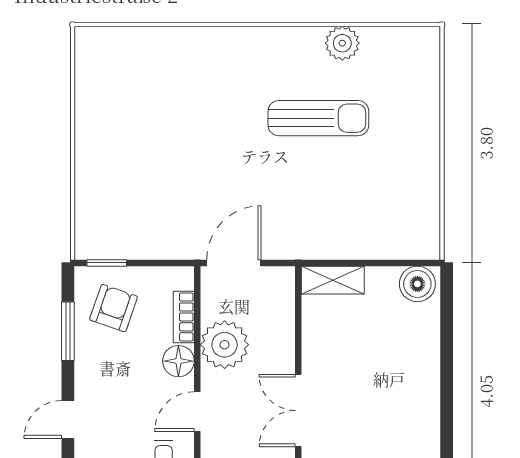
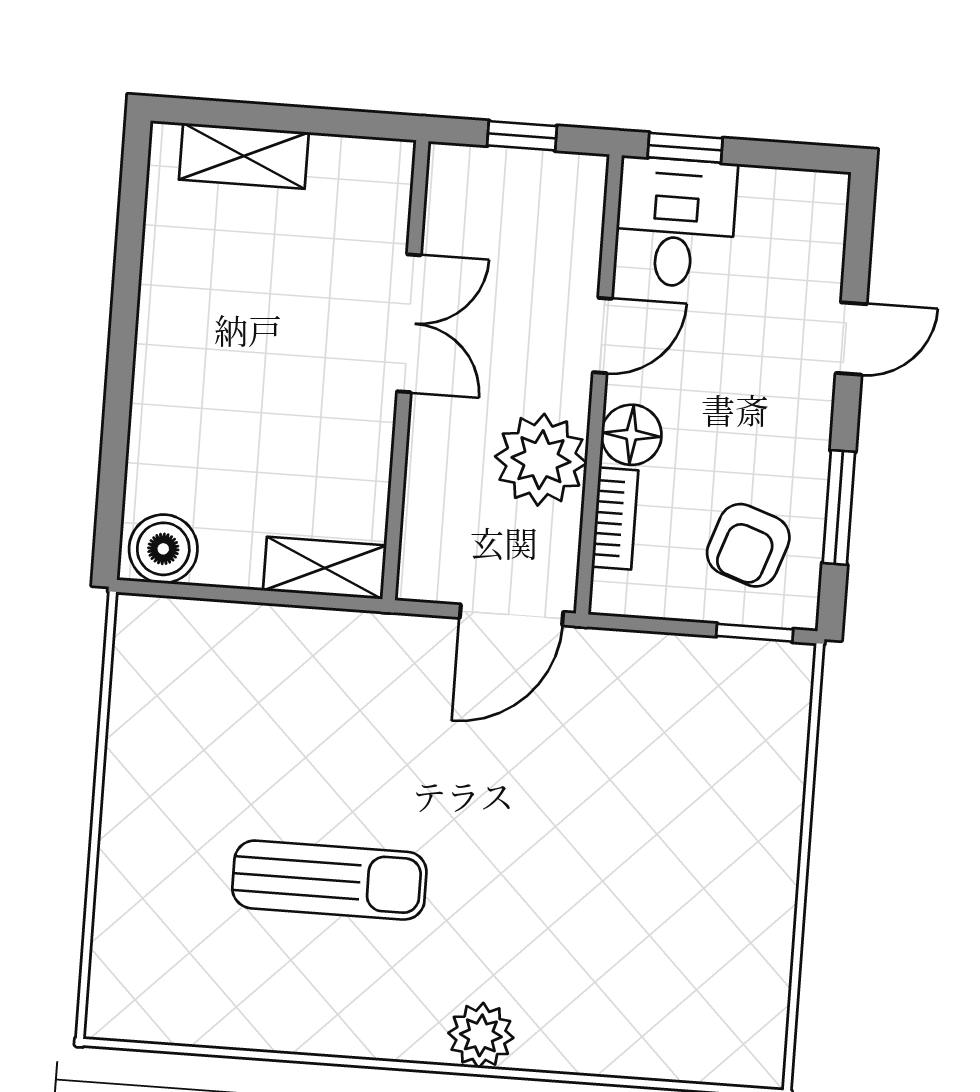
plant: (342, 43) -> (481, 1035), moved
sun lounger: (318, 118) -> (329, 880), turned 180

